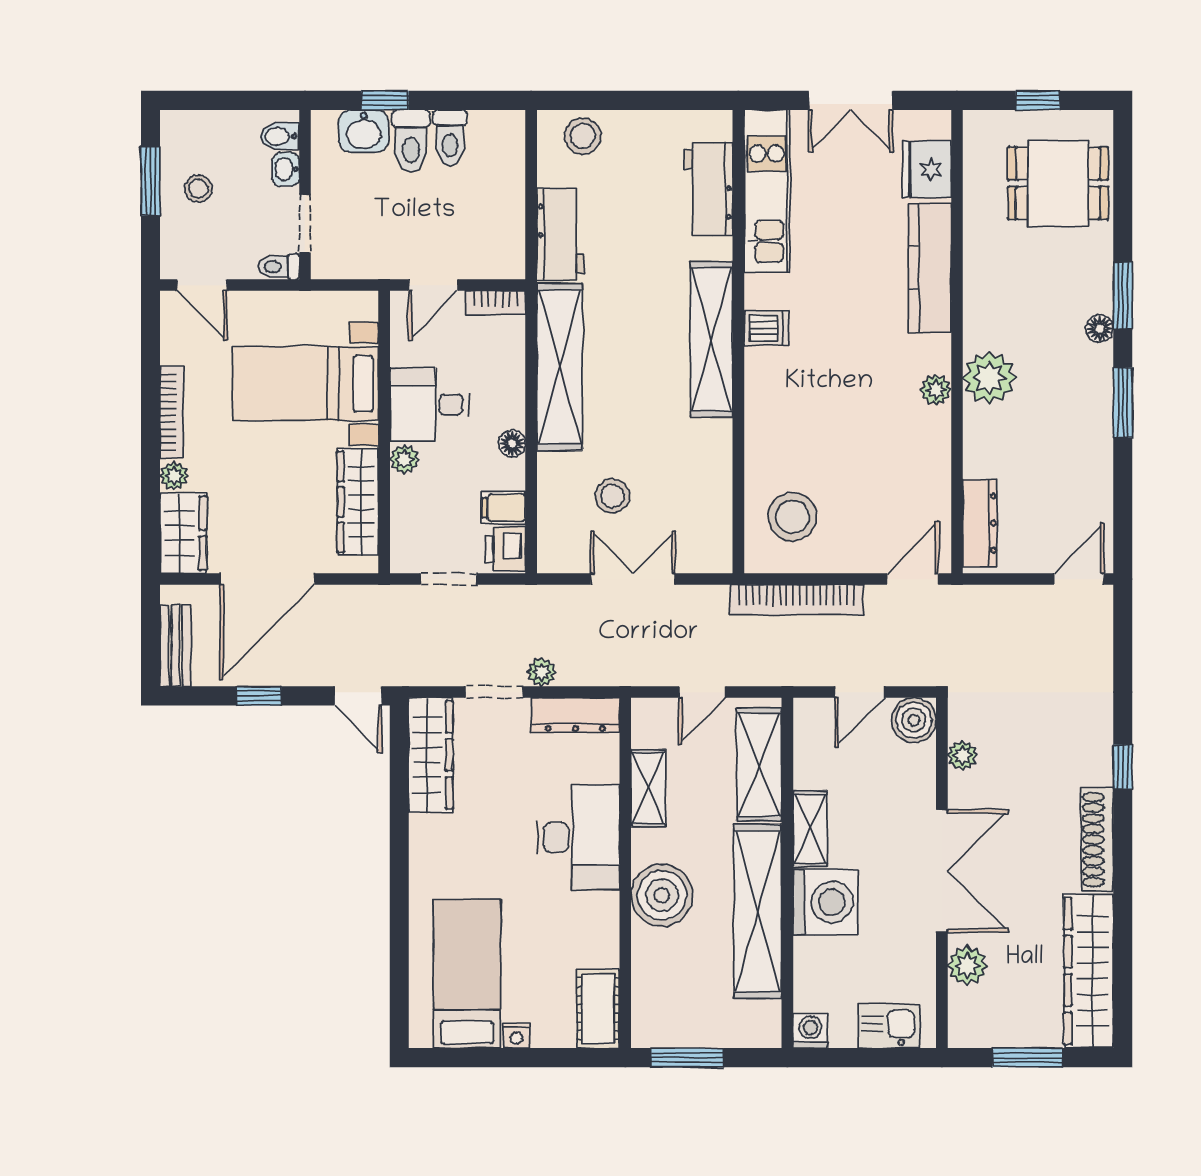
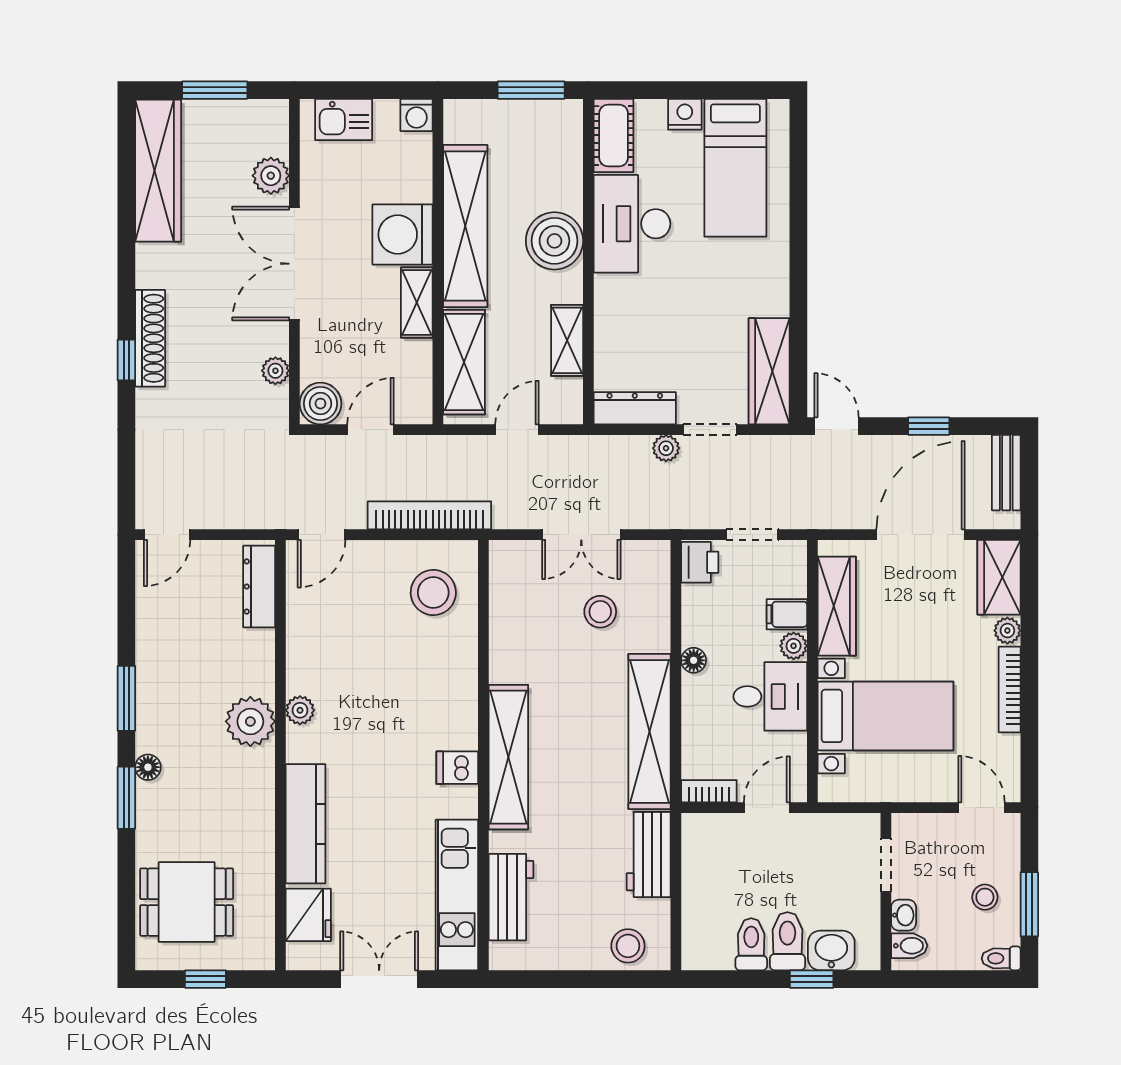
toilet: (278, 267) -> (1001, 958), moved, turned 180
filing cabinet: (504, 508) -> (787, 614), moved, turned 180
desk: (578, 837) -> (632, 224), moved
shoe rack: (1097, 840) -> (150, 338), moved
nightstand: (516, 1036) -> (685, 114), width x1.39, depth x1.35

